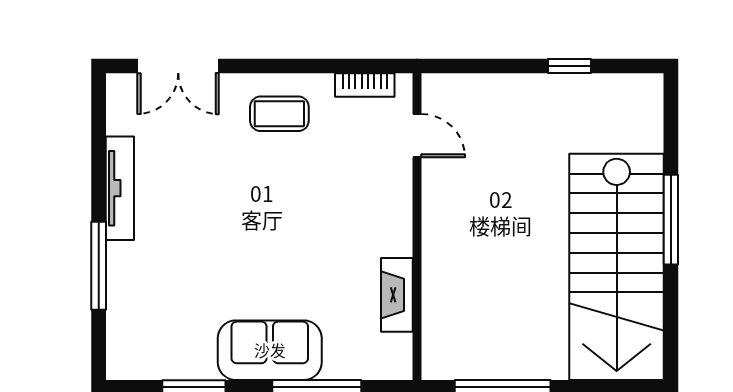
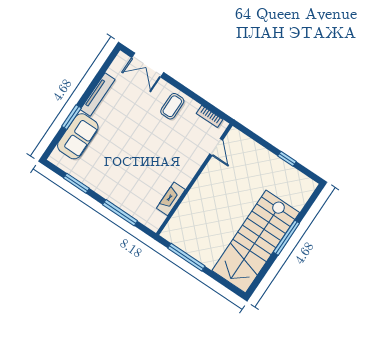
coffee table: (279, 114) -> (172, 106), turned 90
window: (99, 266) -> (71, 117), width x0.69
sofa: (270, 350) -> (78, 136), moved, turned 90

